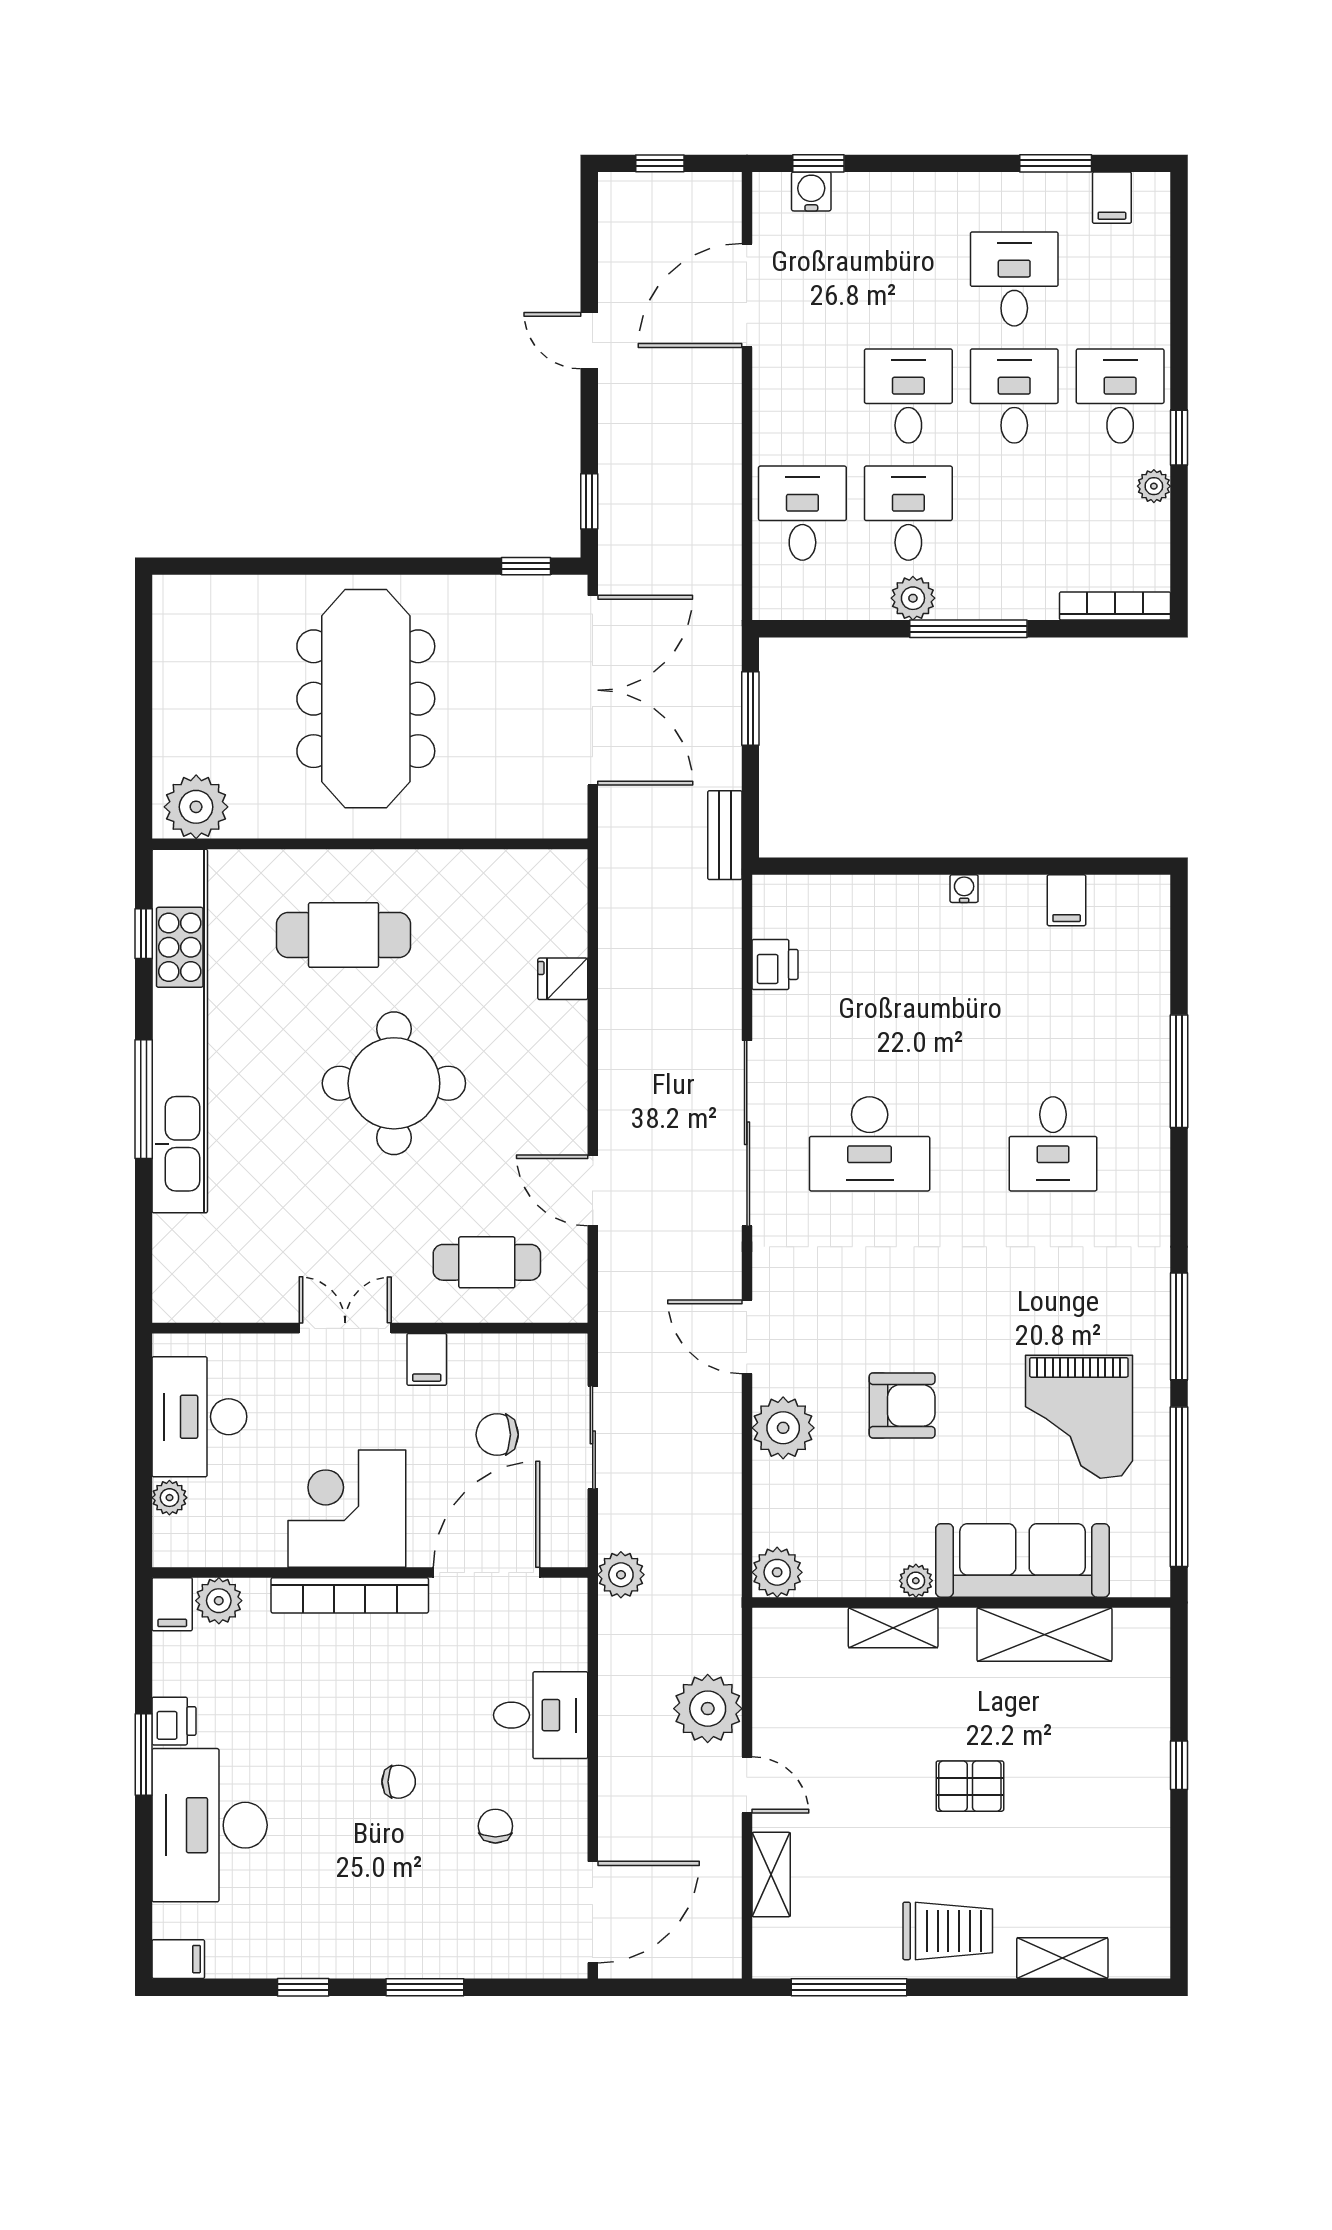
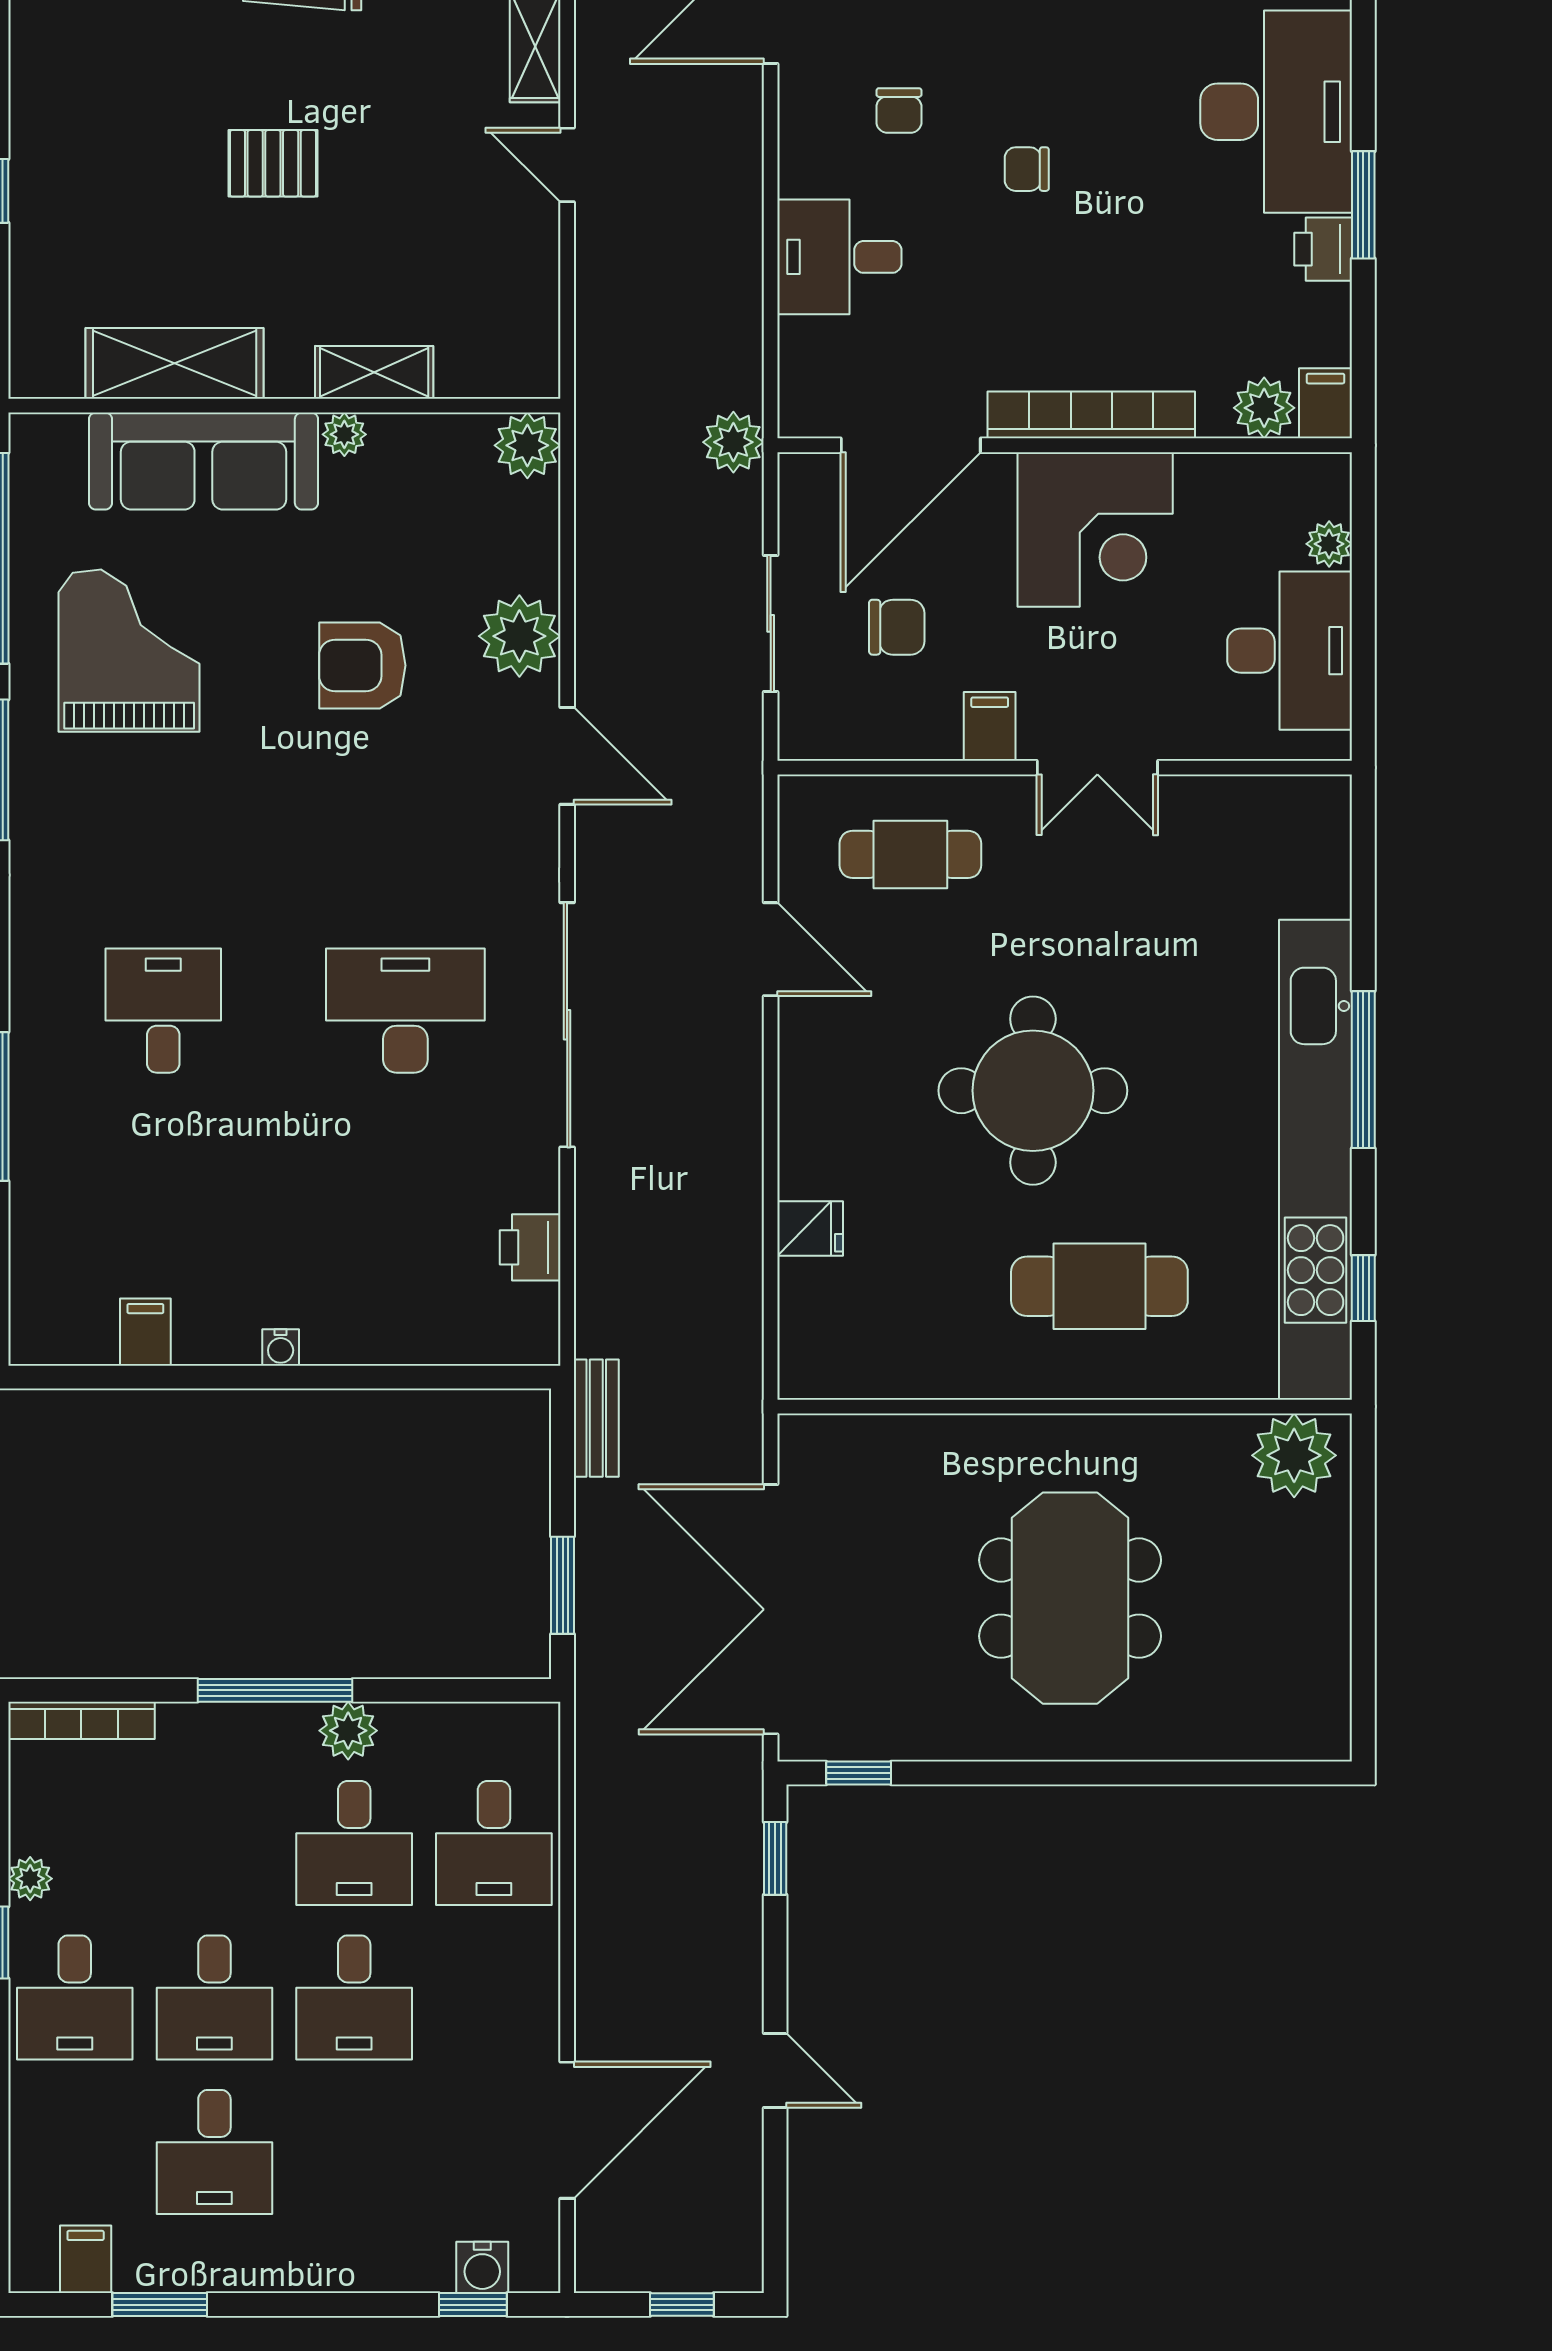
meeting table: (366, 699) -> (1070, 1598), width x0.73
plant: (708, 1709) -> (619, 266), removed

